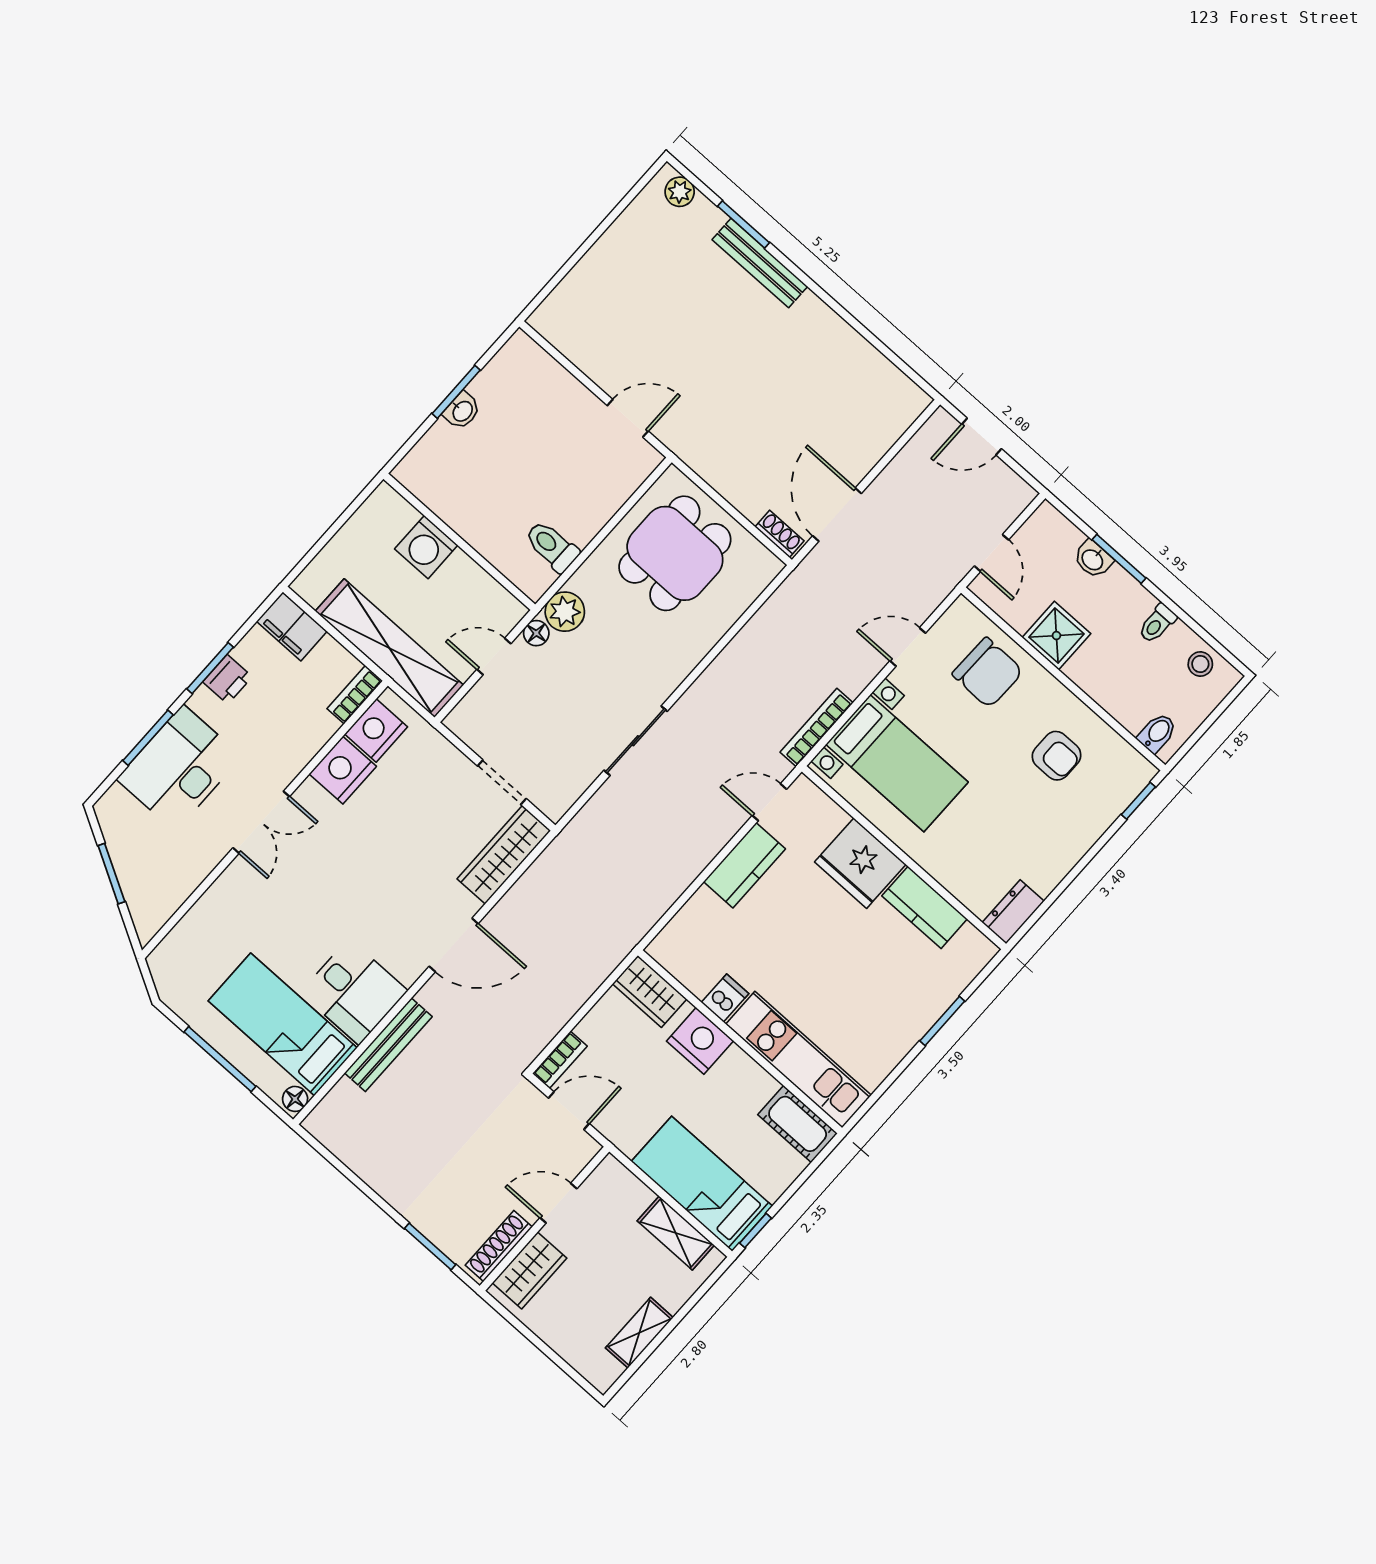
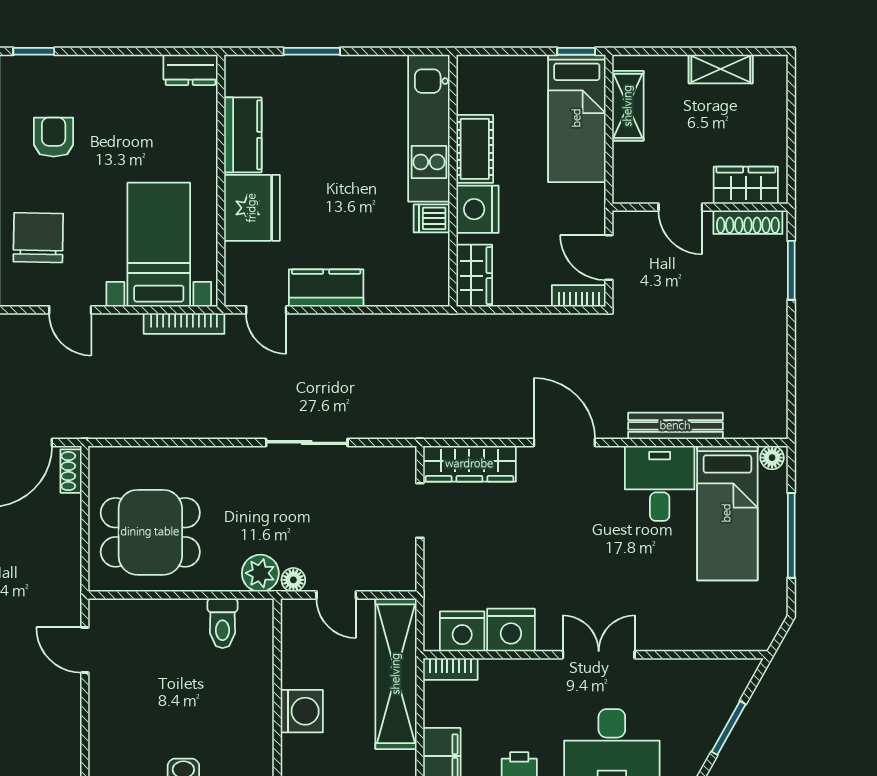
cot: (798, 1124) -> (475, 149), moved

